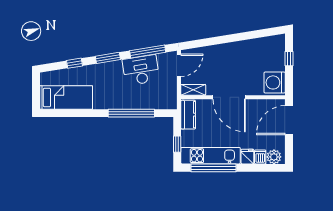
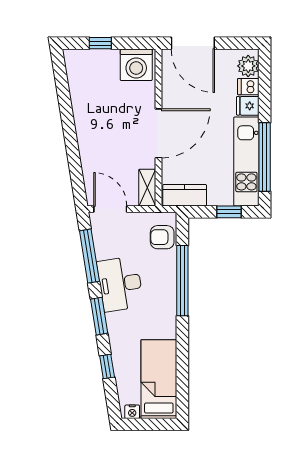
desk: (141, 70) -> (120, 284), moved
nightstand: (44, 80) -> (132, 412), added
armchair: (160, 100) -> (162, 237), added

